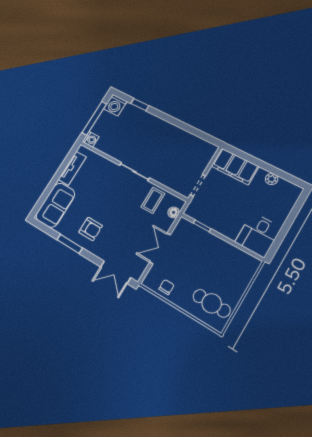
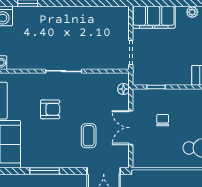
coffee table: (153, 200) -> (89, 136), moved
armchair: (91, 229) -> (50, 109), moved
chair: (166, 287) -> (163, 120), moved

